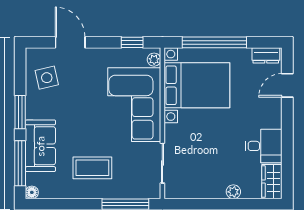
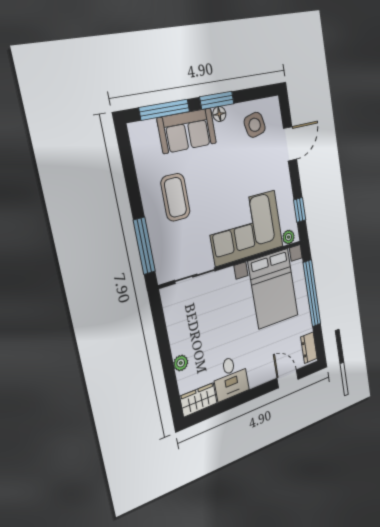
floor lamp: (32, 192) -> (219, 114), moved

